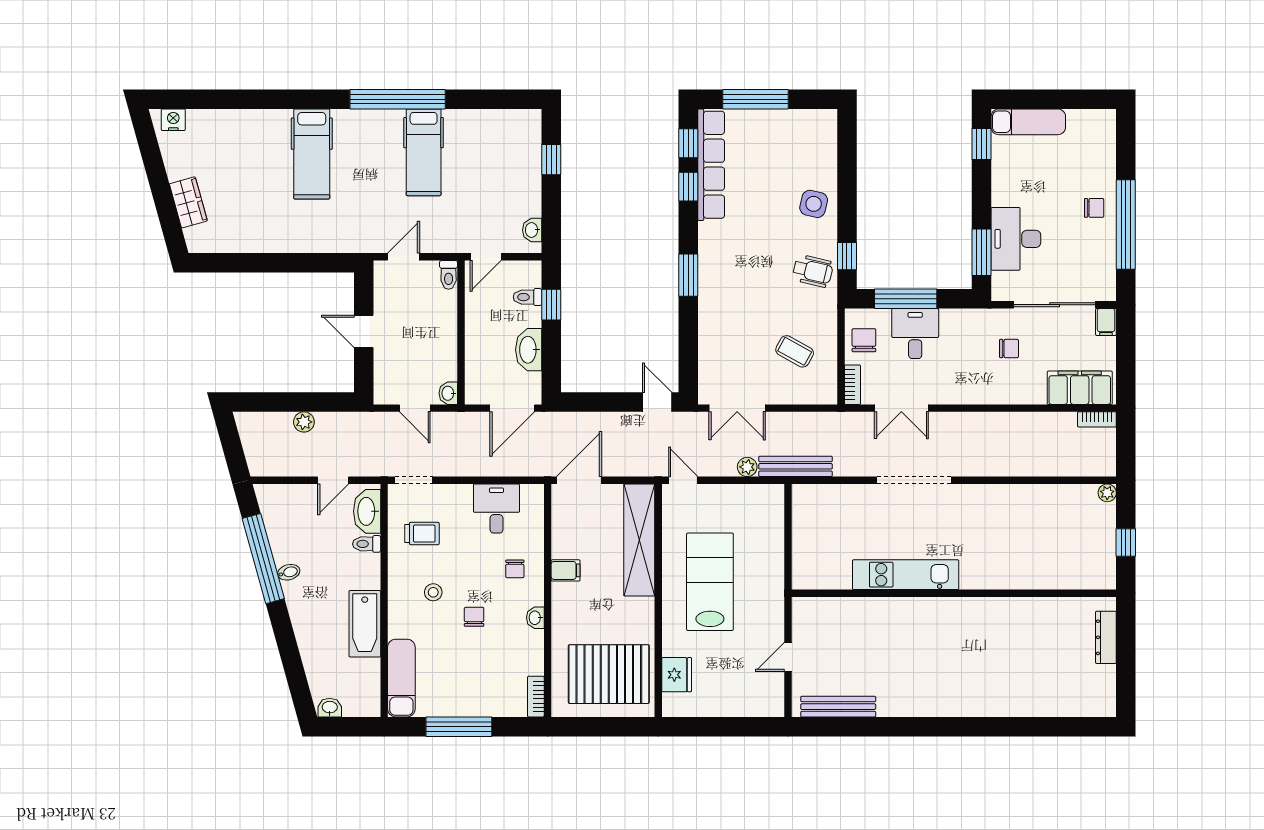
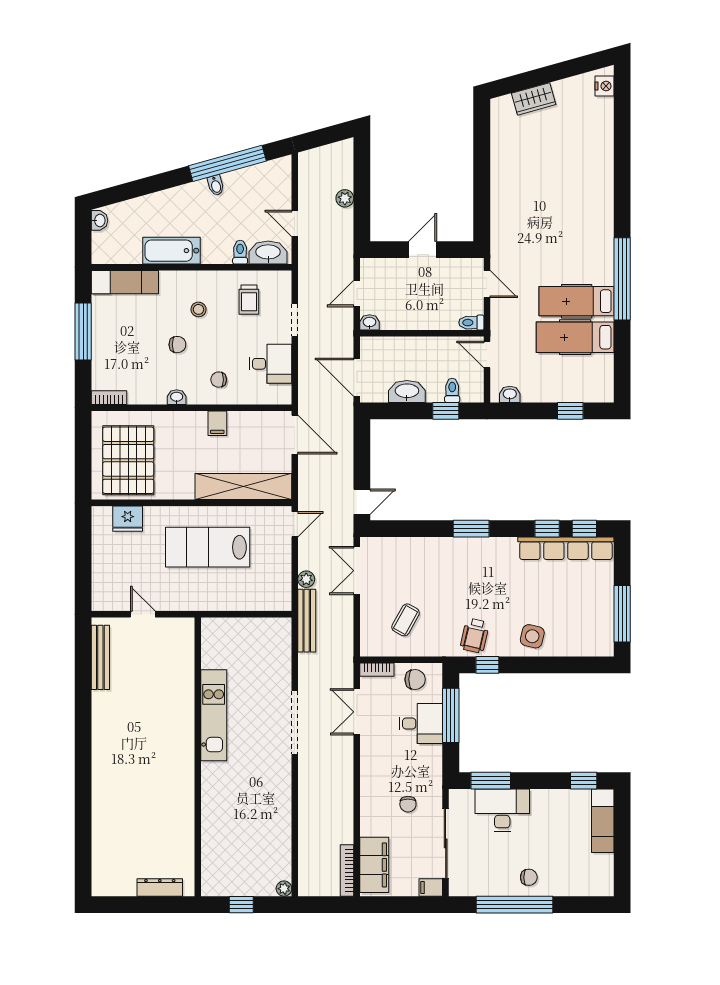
window: (755, 99) -> (622, 614), moved
hospital bed: (312, 154) -> (575, 337), moved
chair: (1094, 208) -> (529, 877), turned -90
bookcase: (1097, 419) -> (347, 870), width x1.56
doorway: (414, 480) -> (295, 320), moved
lab bench: (710, 582) -> (208, 547), turned 180

